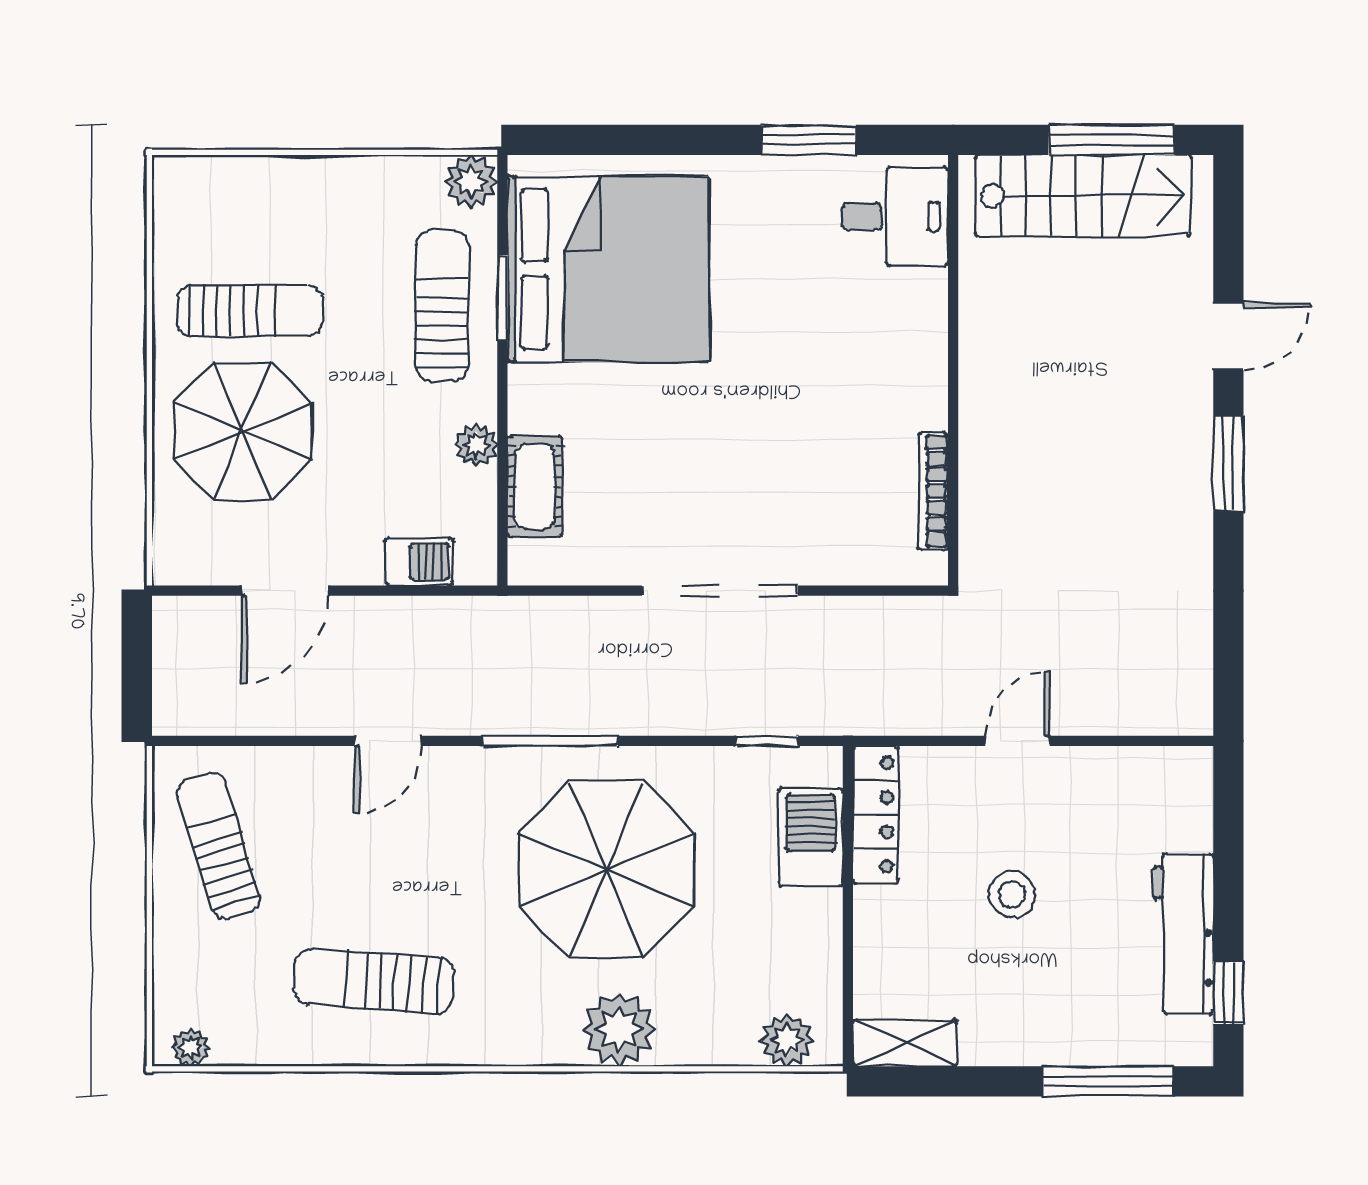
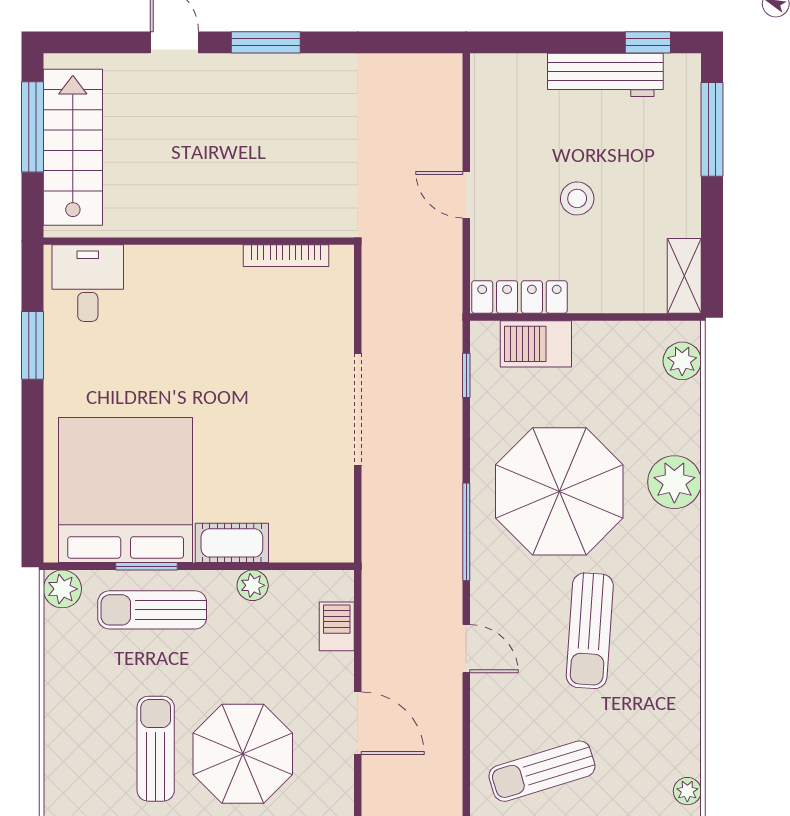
cot: (535, 486) -> (232, 543), moved
sun lounger: (374, 981) -> (590, 631), moved

